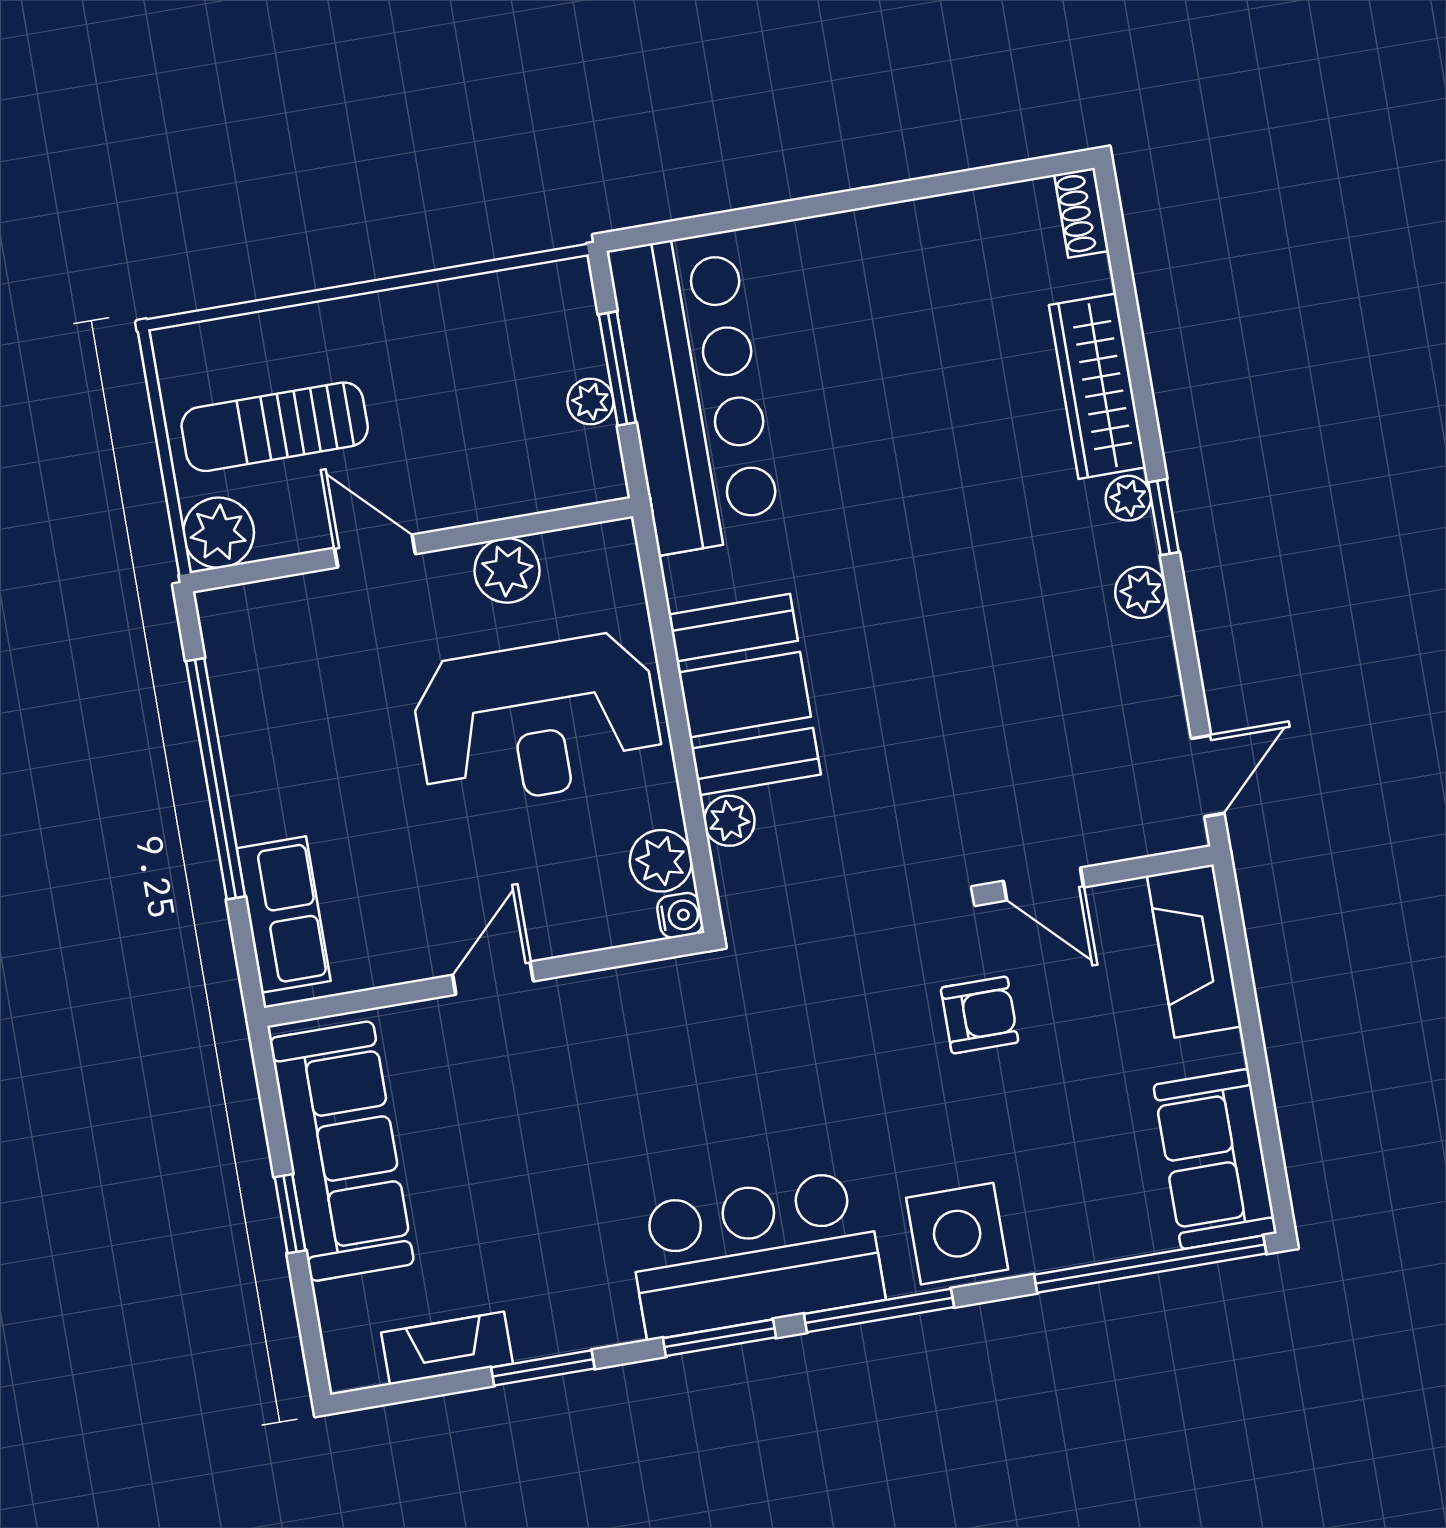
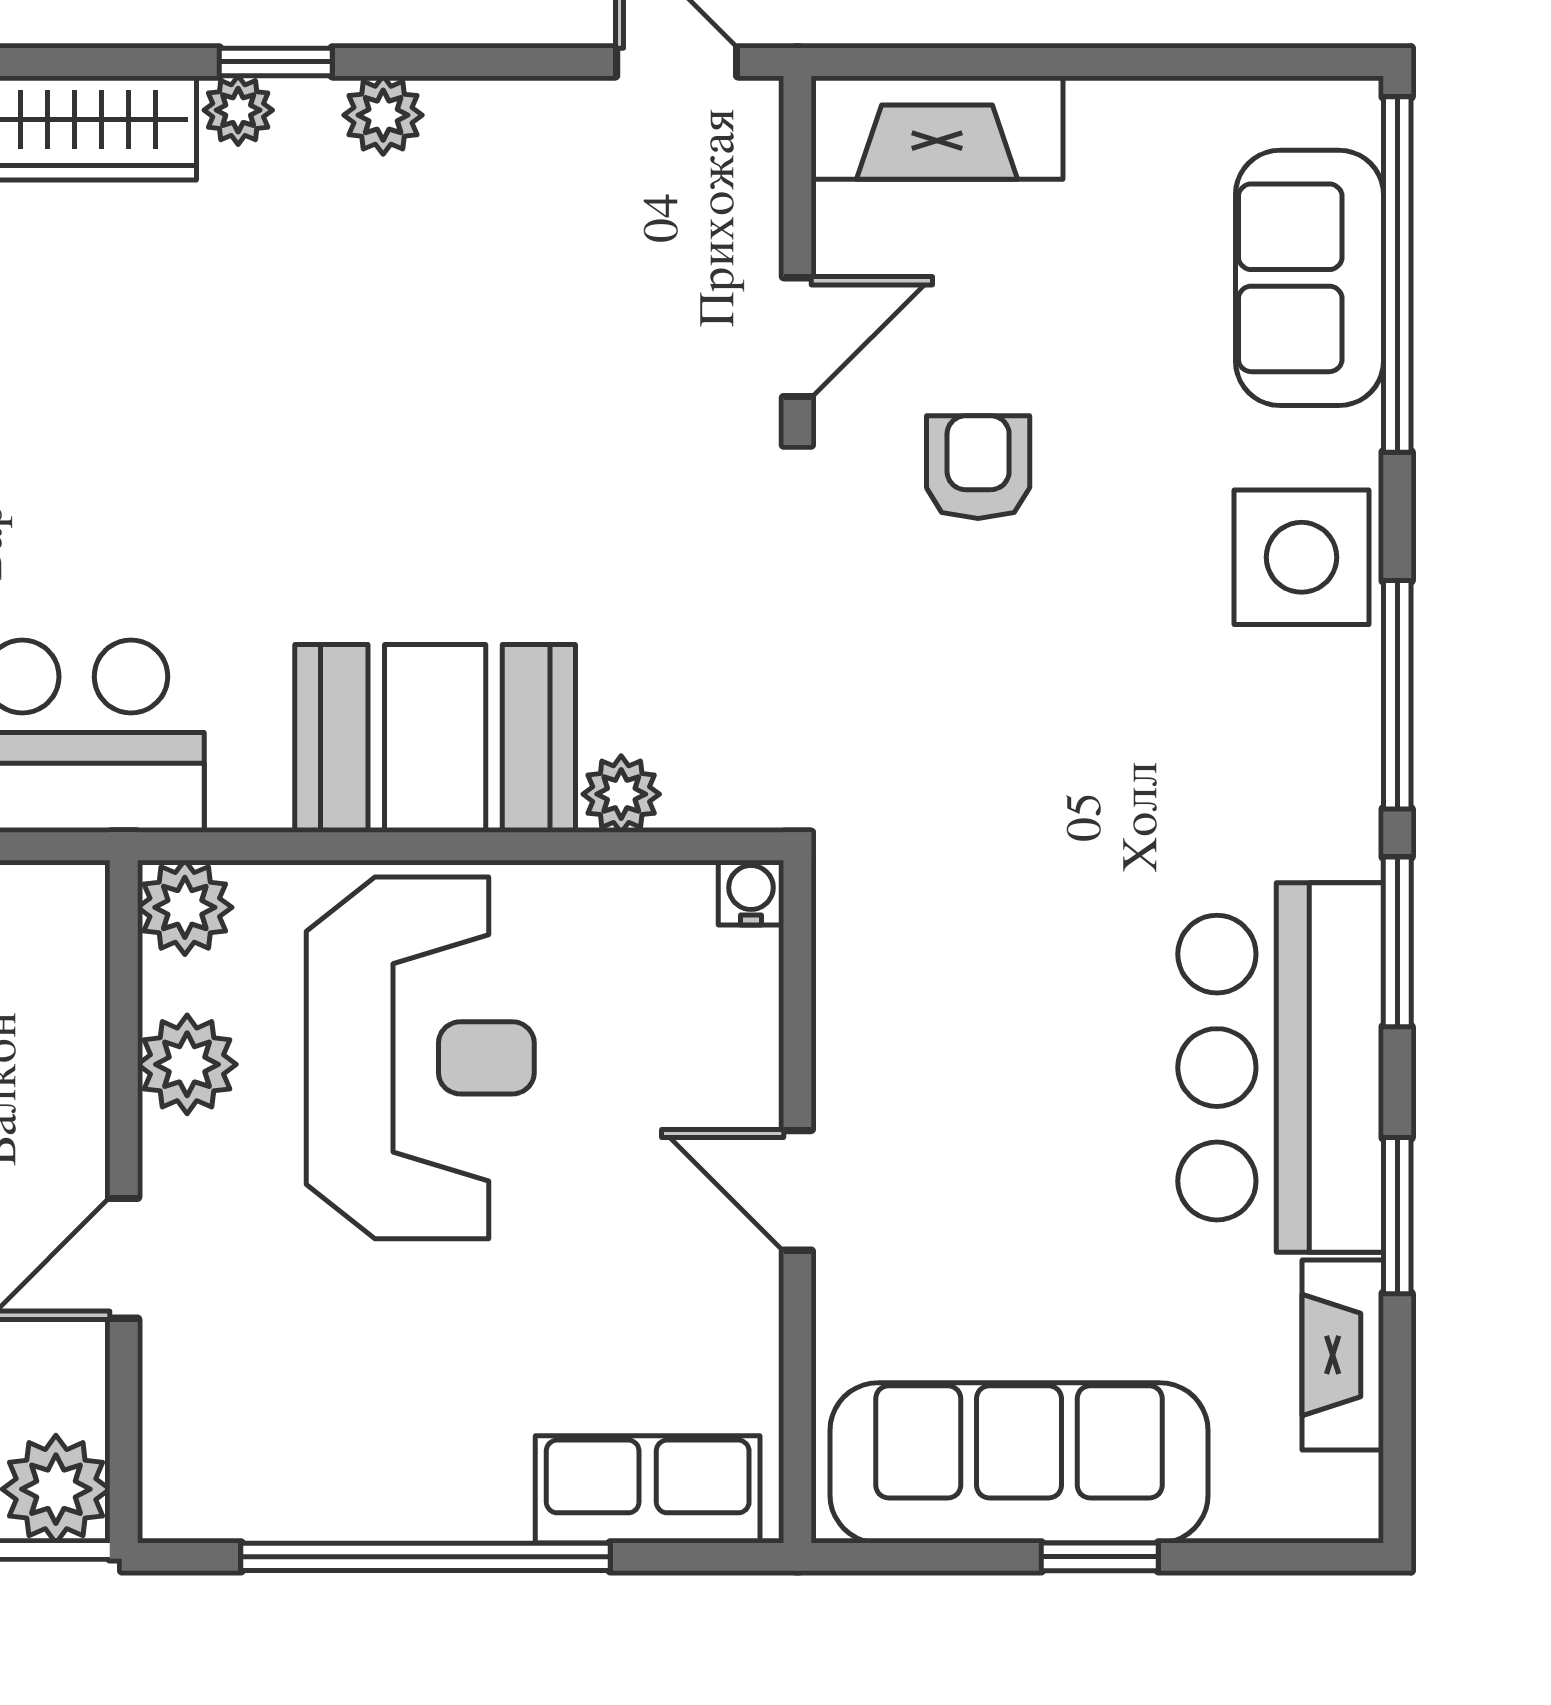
plant: (661, 861) -> (185, 907), moved
sofa: (1215, 1159) -> (1309, 278), moved, turned 90
bar counter: (755, 1254) -> (1281, 1068), moved

